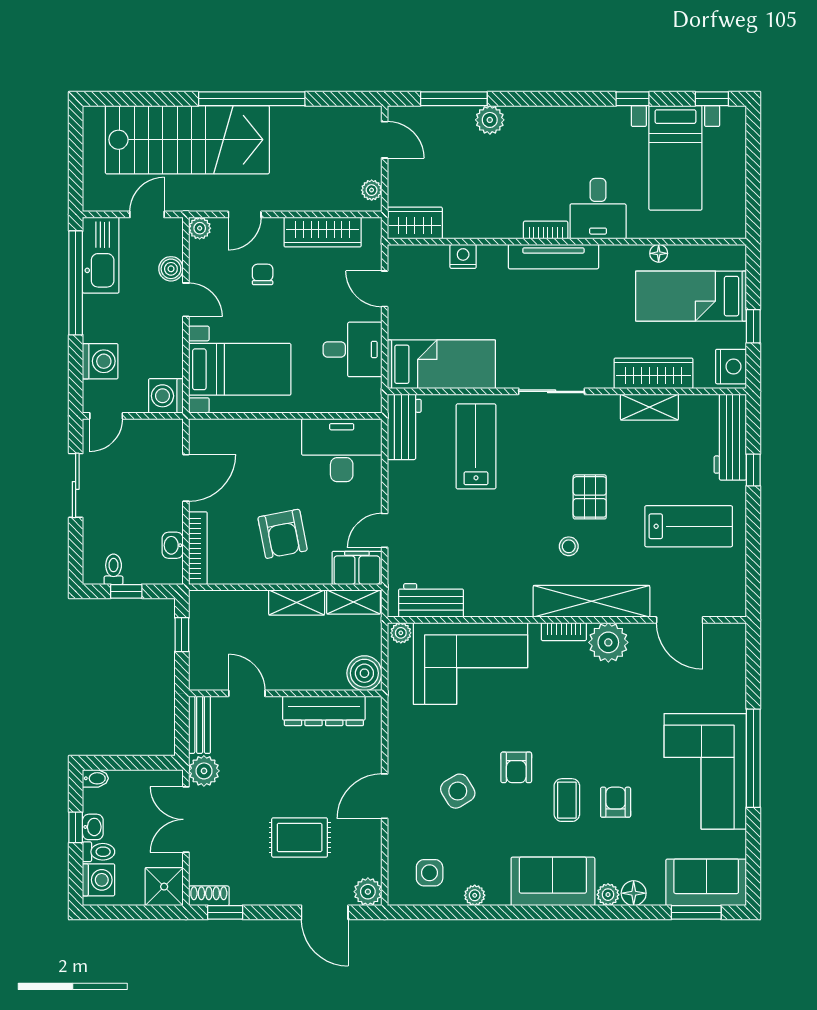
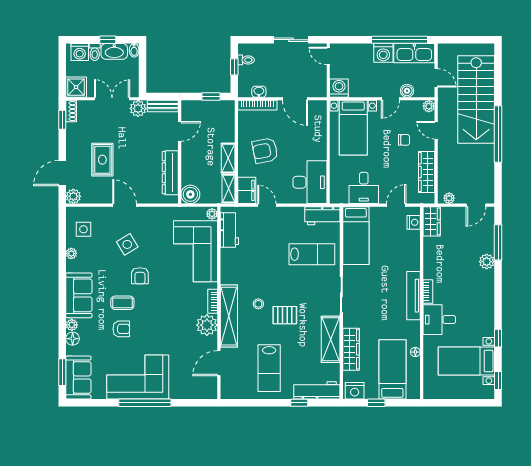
nightstand: (463, 256) -> (414, 222), moved
washing machine: (100, 361) -> (383, 53), moved
shelving: (649, 407) -> (331, 339), width x1.50, depth x1.33
armchair: (516, 767) -> (140, 276), turned -90
washbasin: (93, 827) -> (114, 51), width x1.91, depth x1.45

